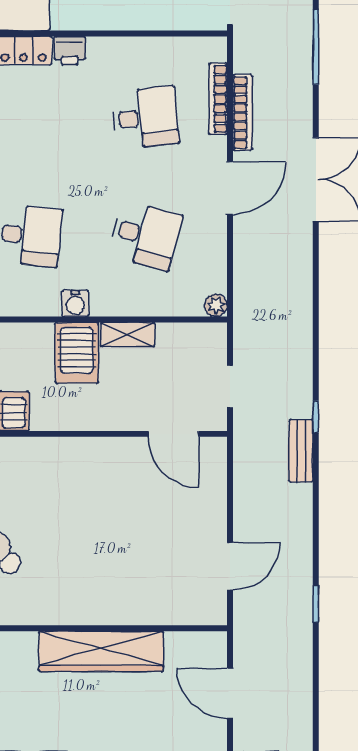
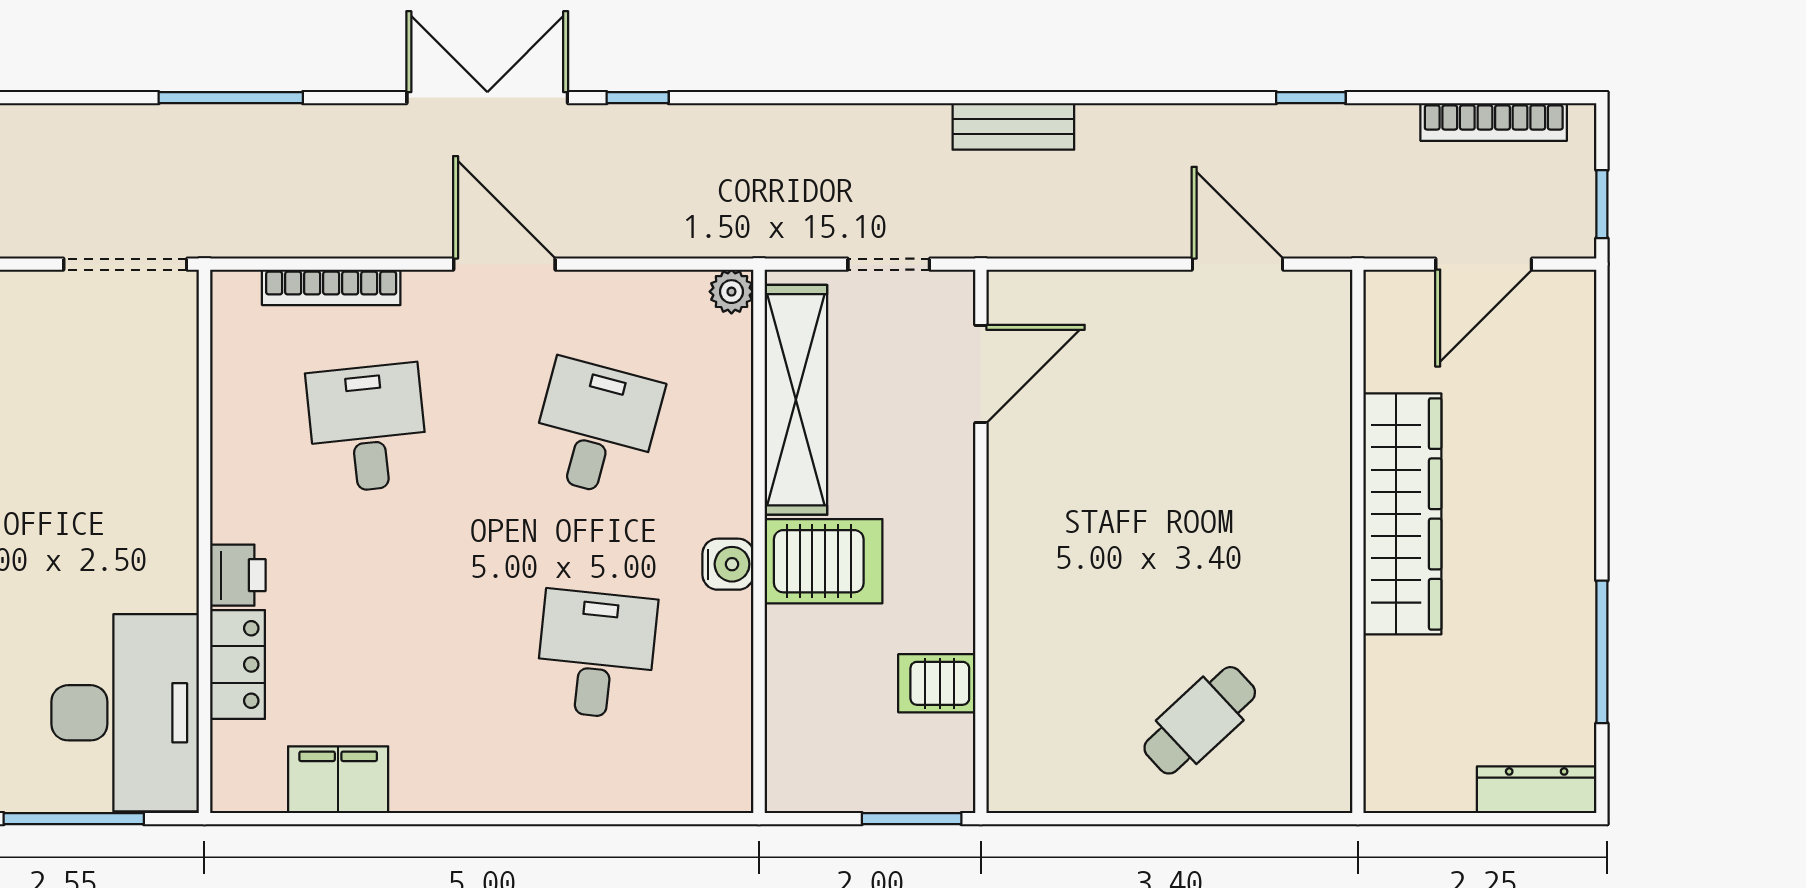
bookcase: (243, 113) -> (1494, 122), moved, turned 180
shelving: (128, 334) -> (796, 400), width x2.20, depth x1.33
window: (316, 417) -> (638, 98), moved

